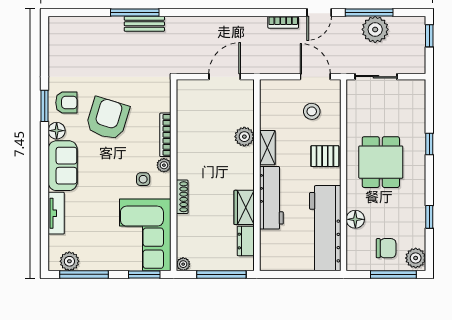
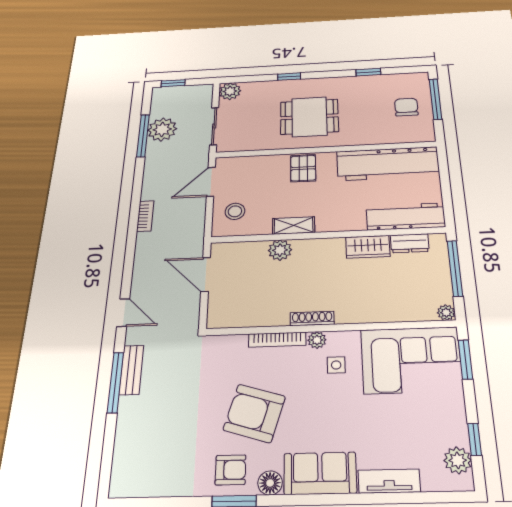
door: (319, 13) -> (123, 313), moved
armchair: (66, 103) -> (231, 470), turned 90
stool: (312, 111) -> (235, 211), moved
shoe rack: (182, 197) -> (312, 318), moved
workbench: (271, 198) -> (405, 217), moved
floor lamp: (355, 219) -> (375, 136), removed
plant: (416, 258) -> (230, 91), moved
window: (84, 274) -> (475, 439), width x0.46

